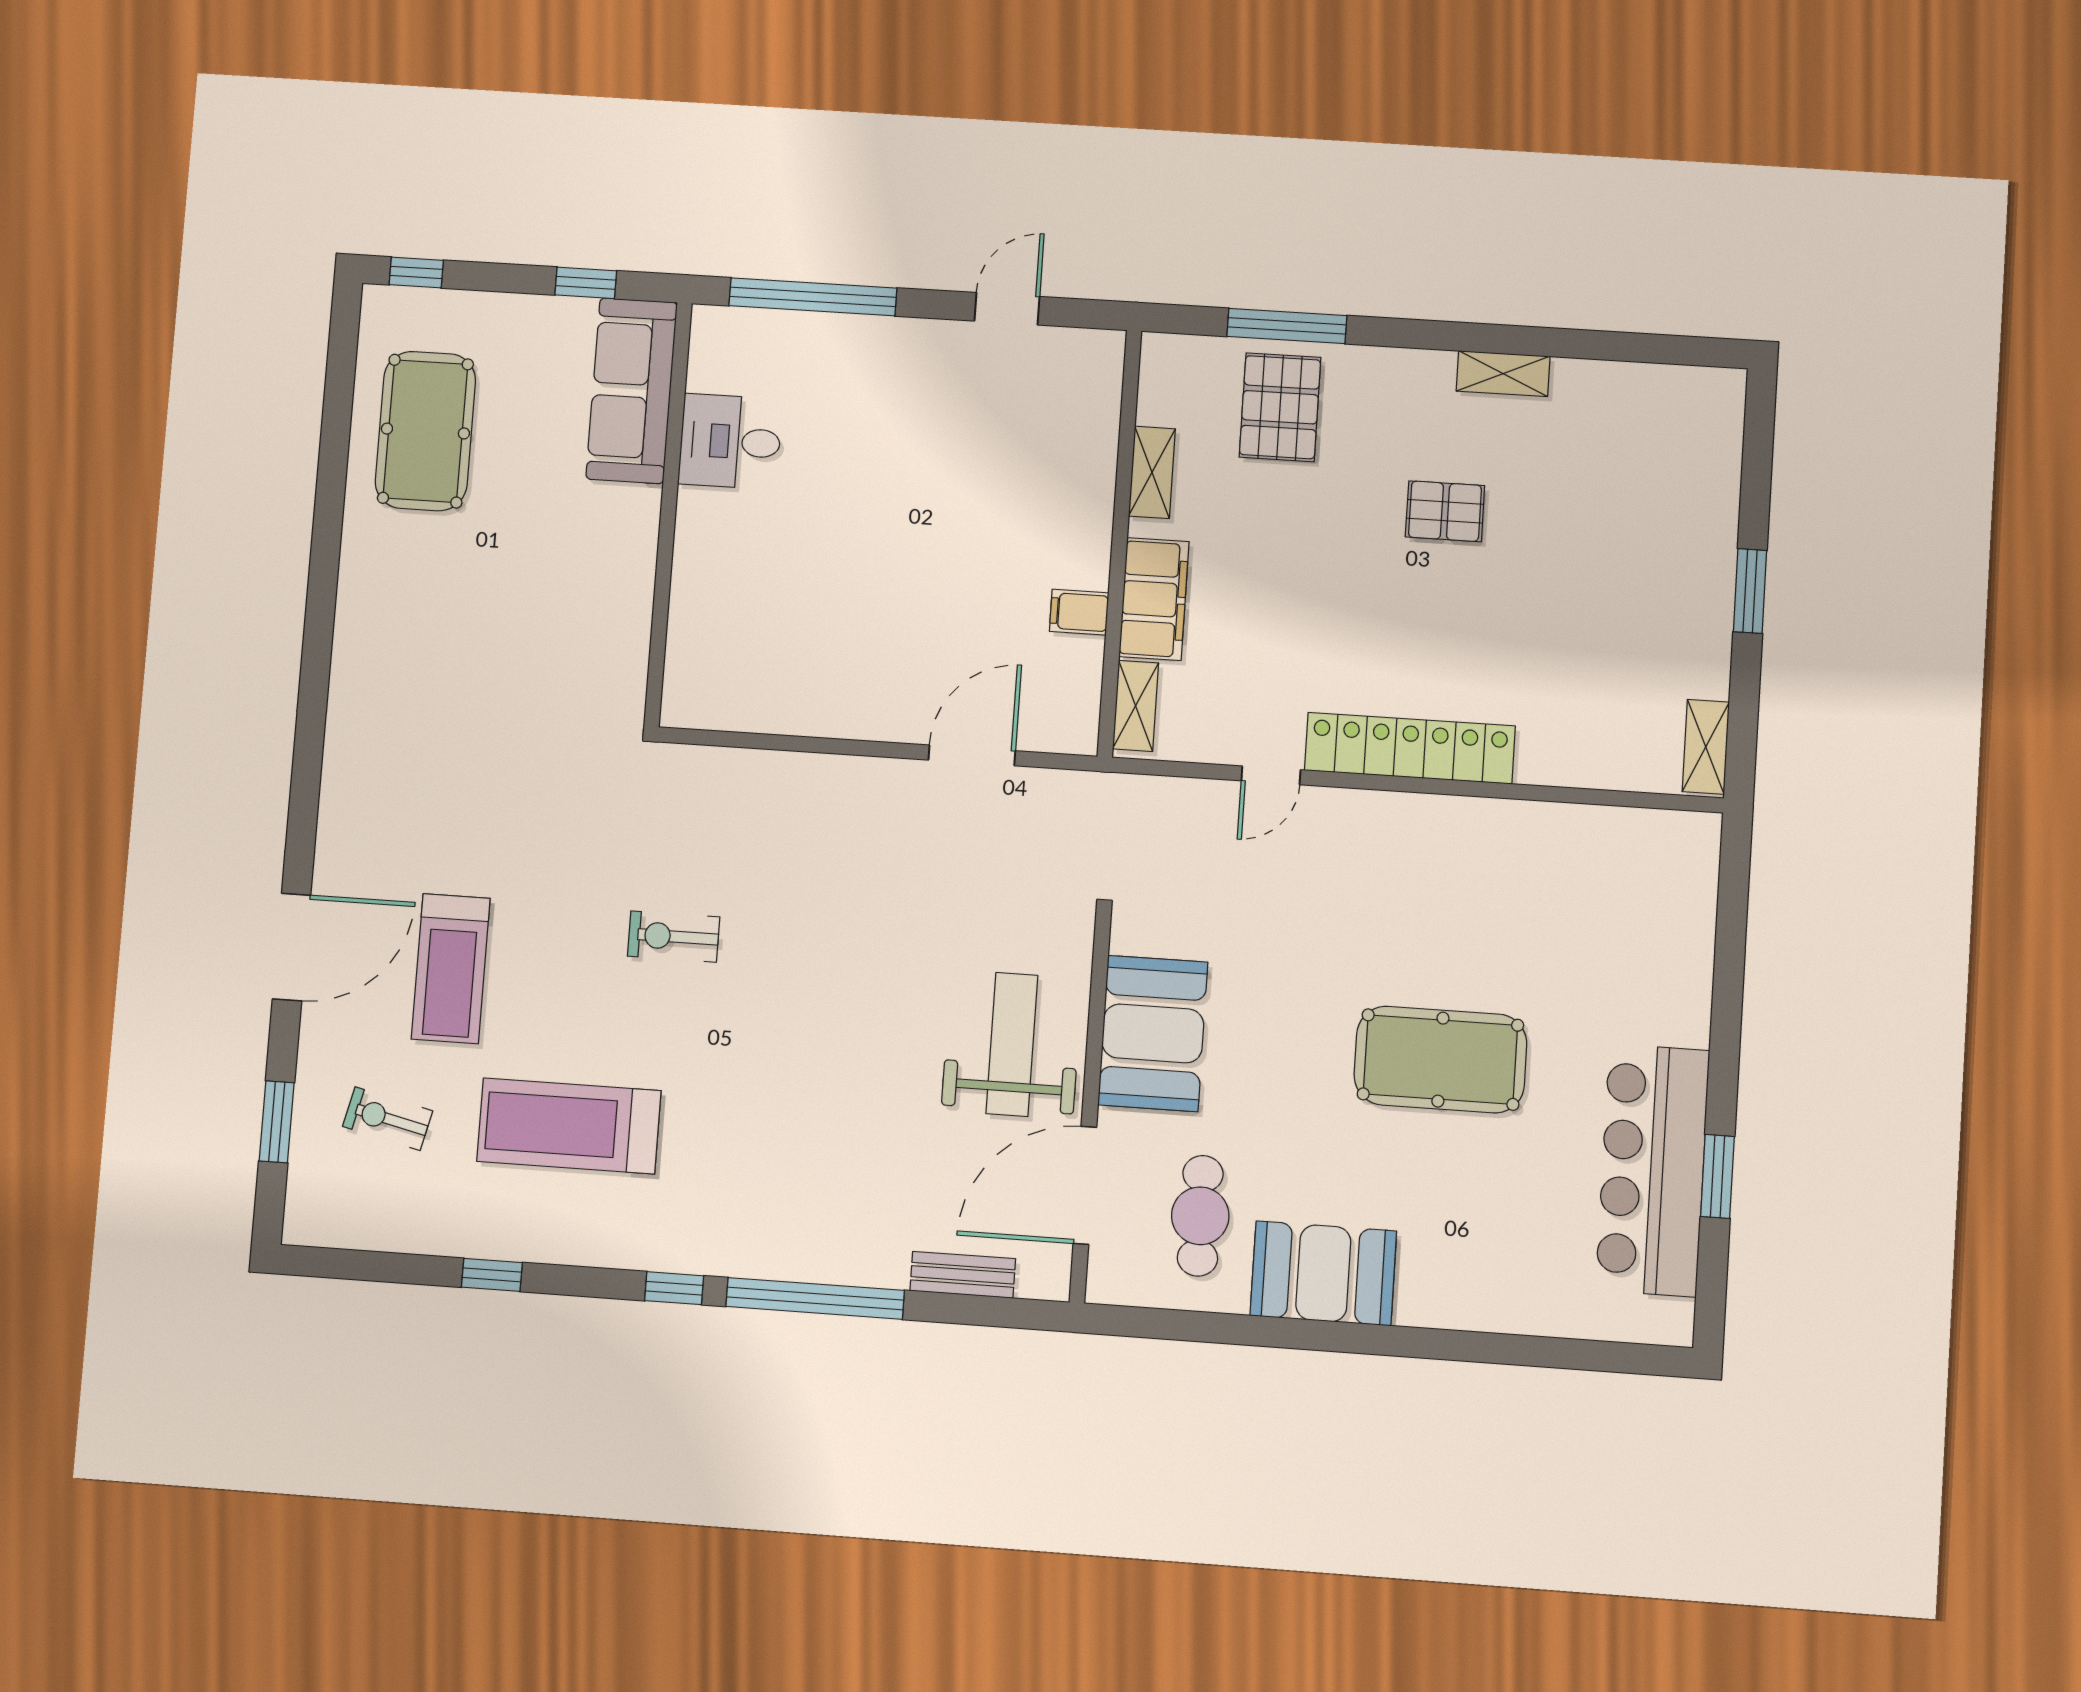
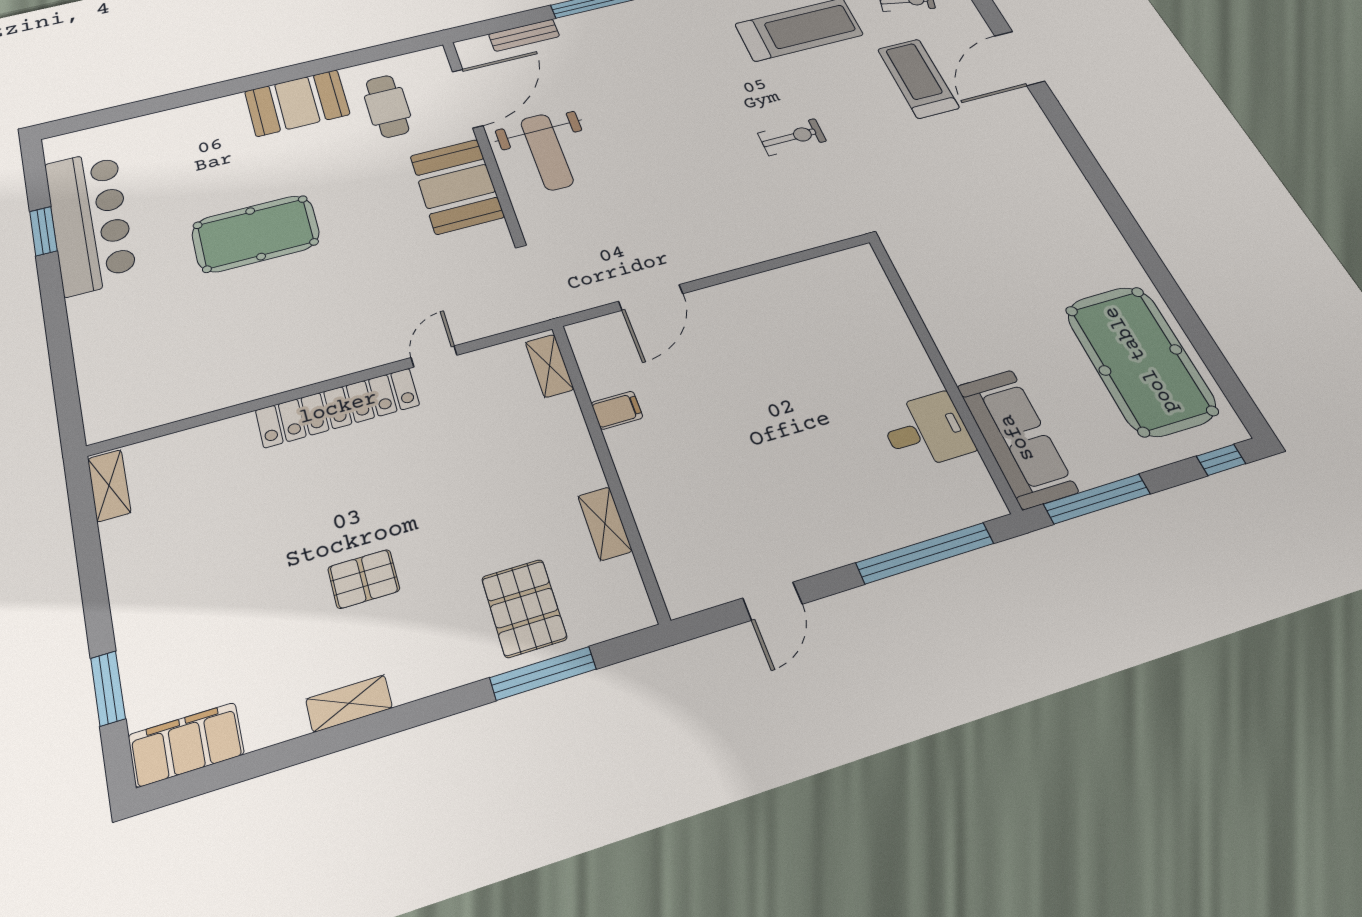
window: (586, 283) -> (1097, 499), width x2.17
pool table: (425, 431) -> (1141, 360), width x1.36, depth x1.32
window: (1750, 591) -> (108, 688), moved
filing cabinet: (1154, 599) -> (186, 745), moved, turned 90

